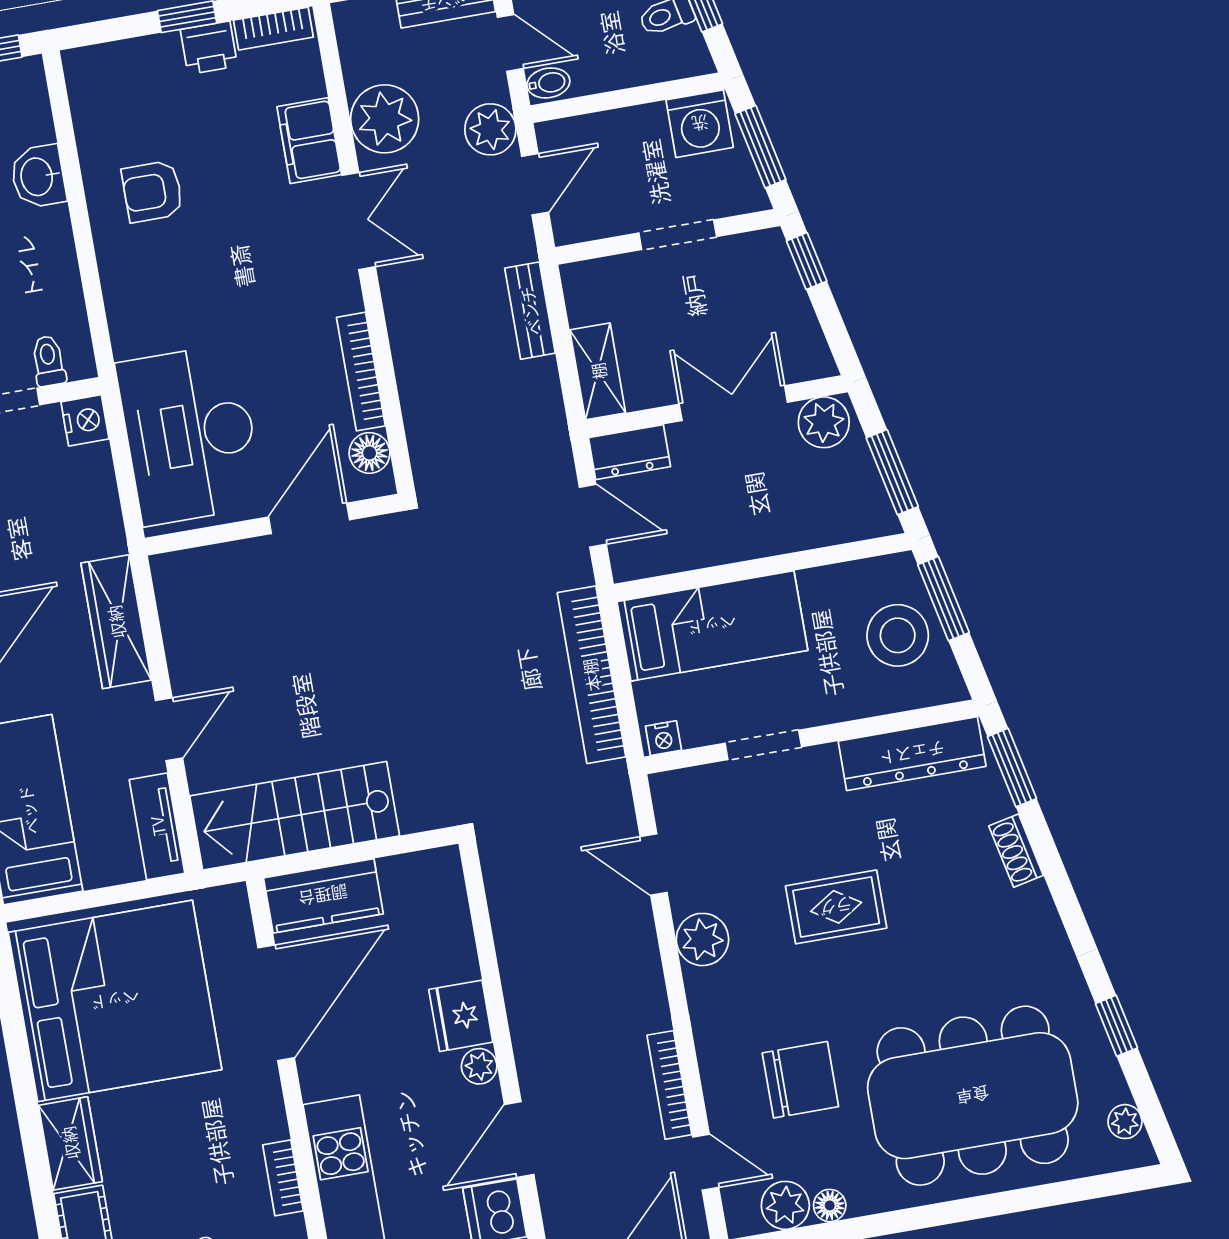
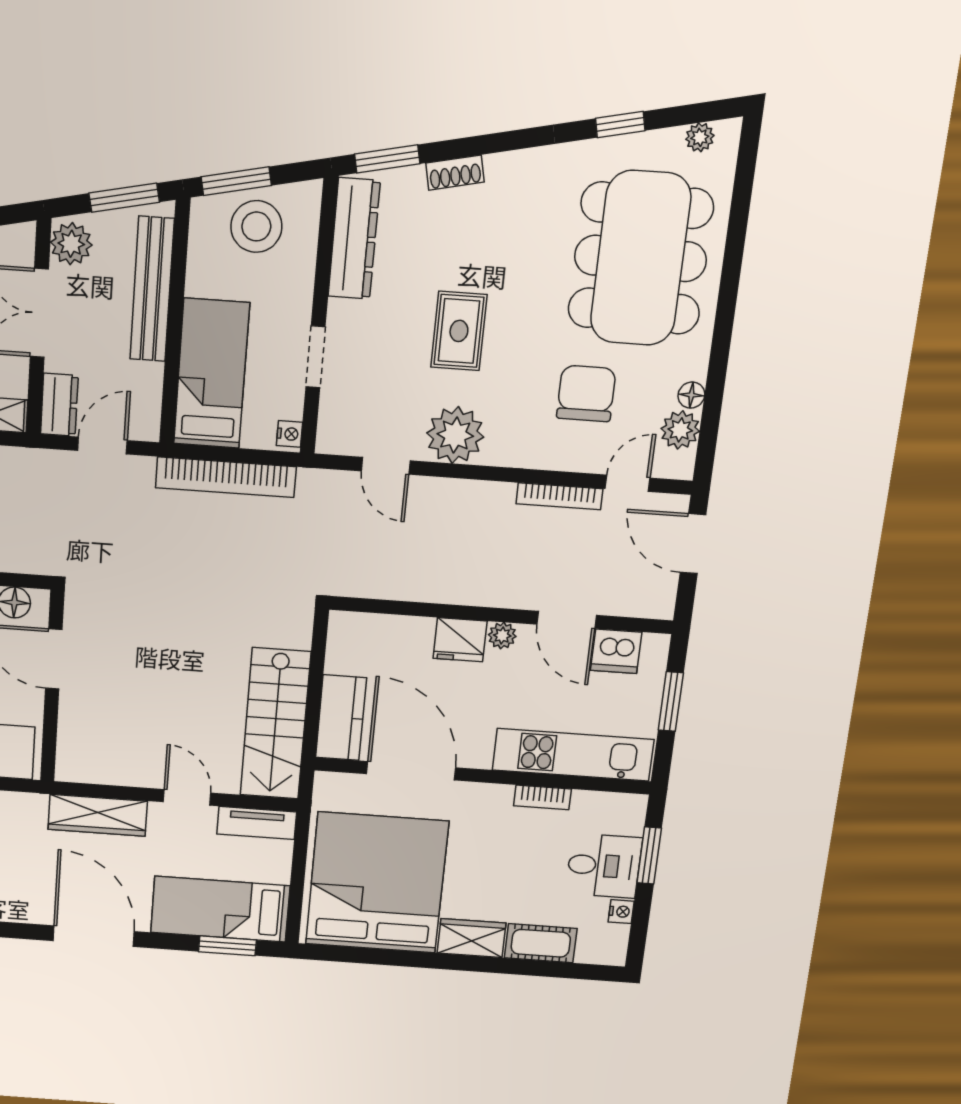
bench: (795, 530) -> (152, 289), added
door: (654, 864) -> (386, 466), hinge flipped
plant: (702, 939) -> (455, 435), width x1.36, depth x1.36

